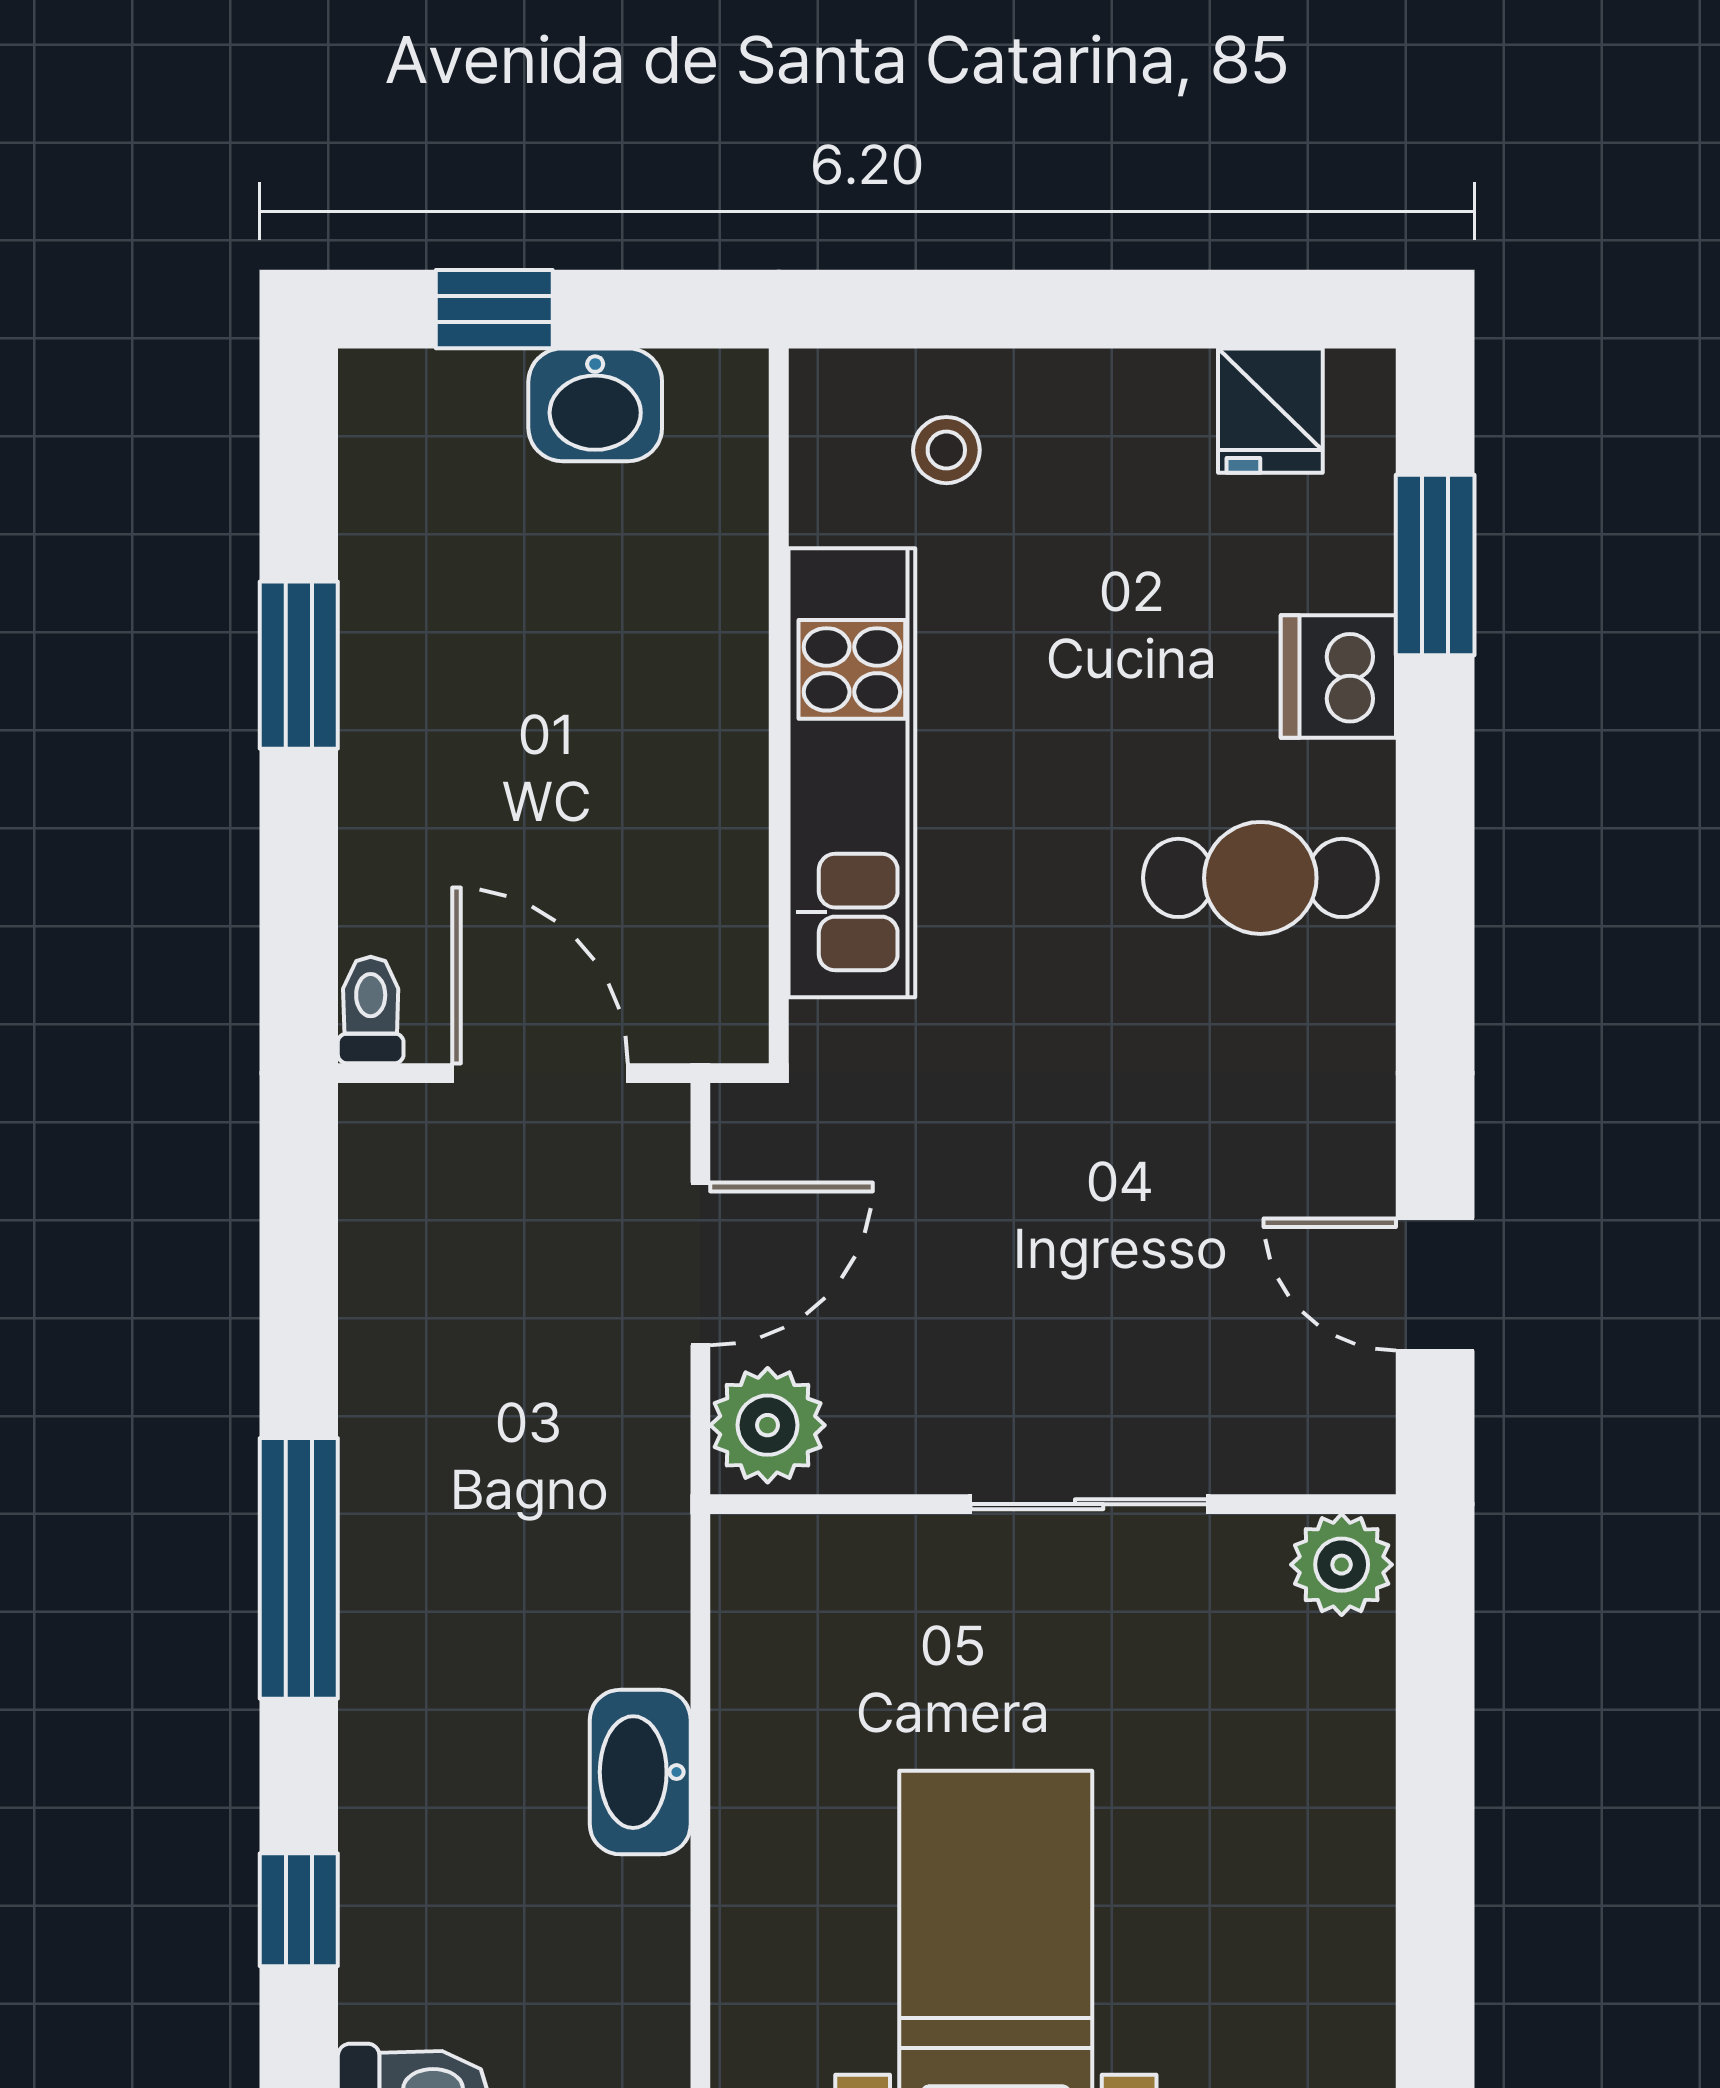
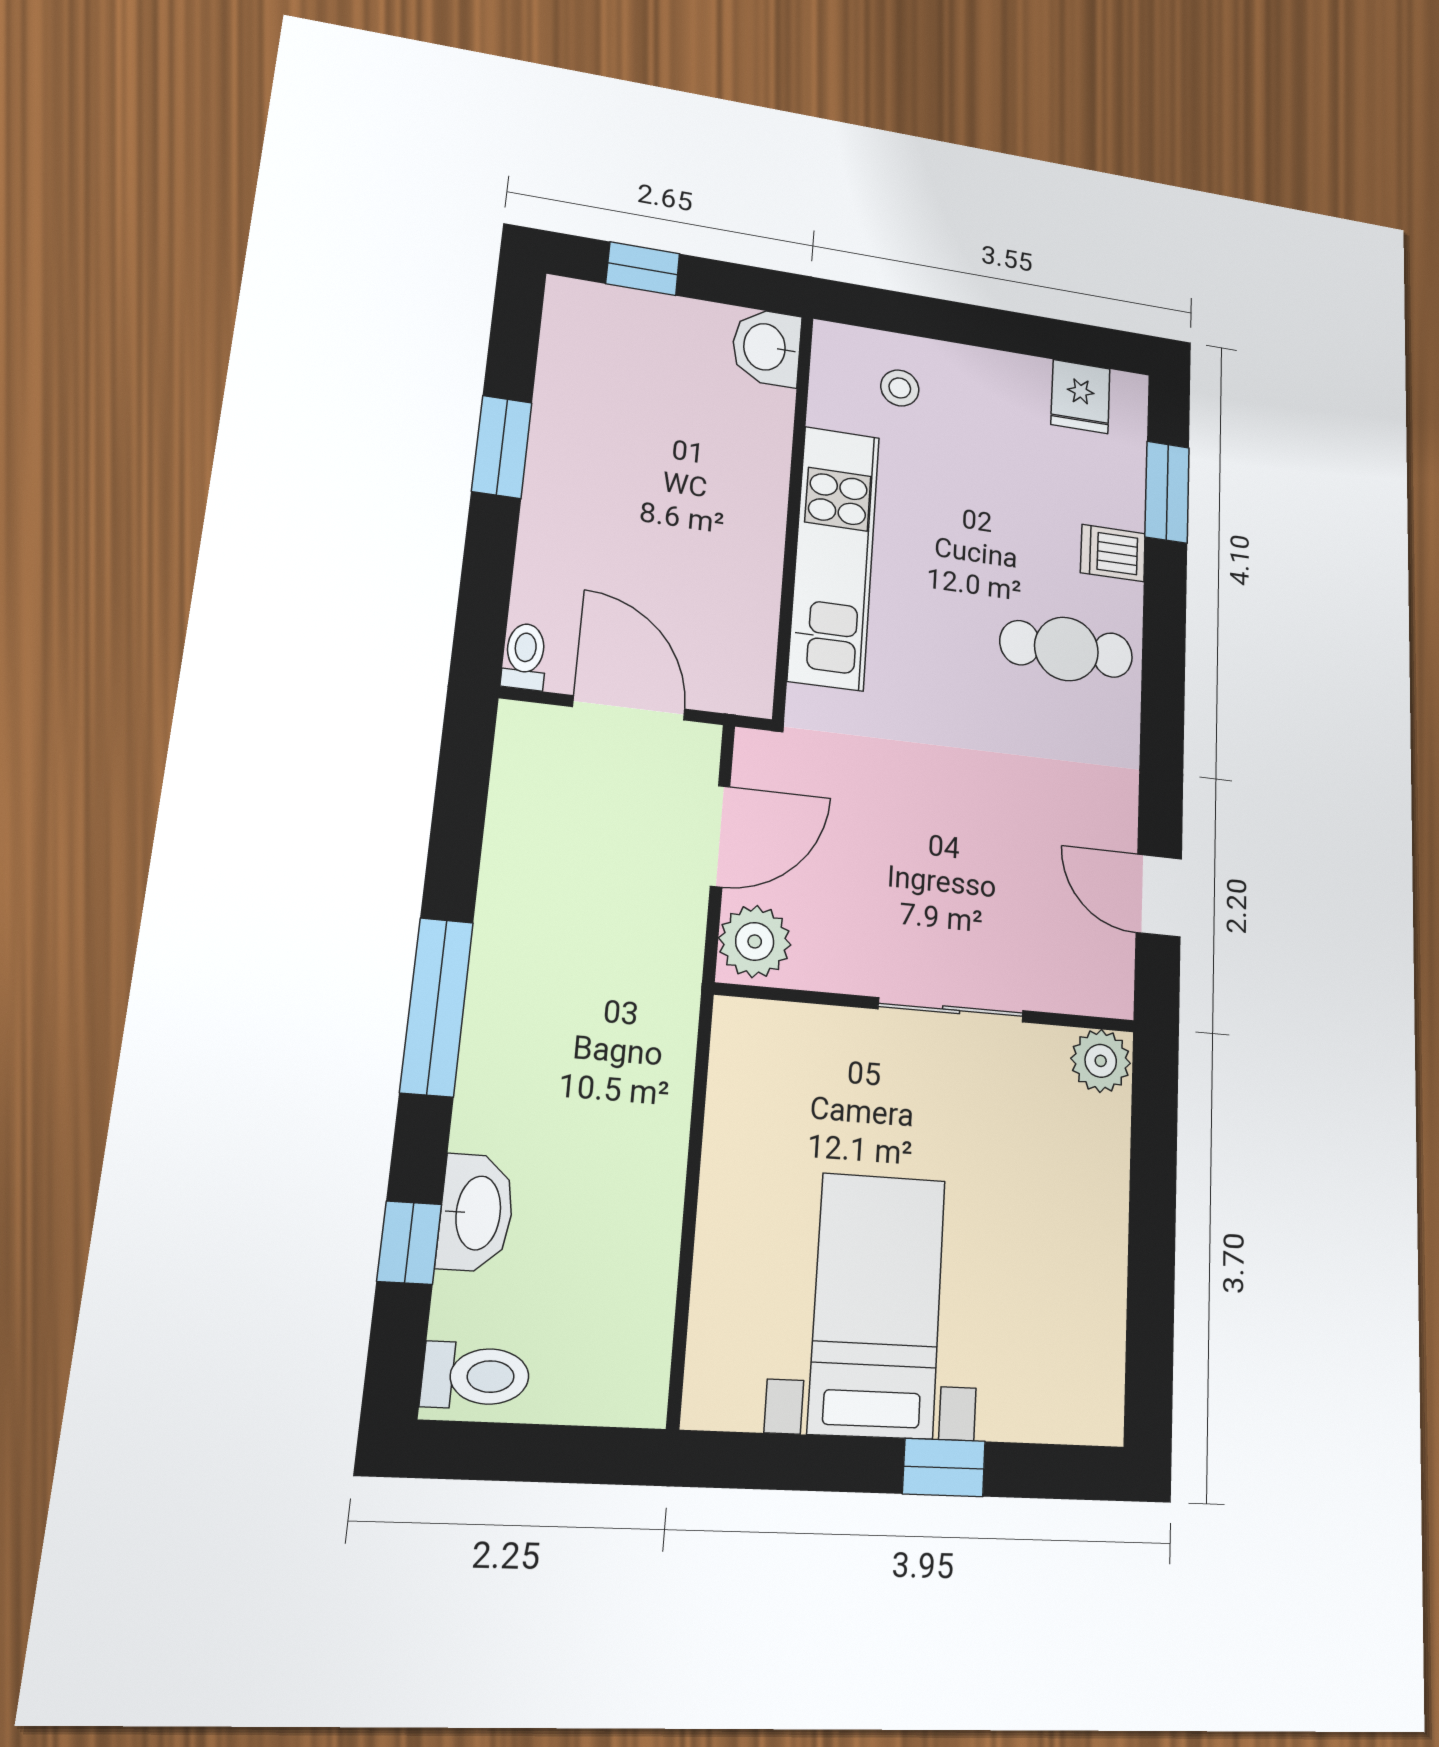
washbasin: (595, 405) -> (767, 347), moved, turned 90
dishwasher: (1338, 676) -> (1113, 553), width x0.73
washbasin: (640, 1772) -> (476, 1213), moved, turned 180

